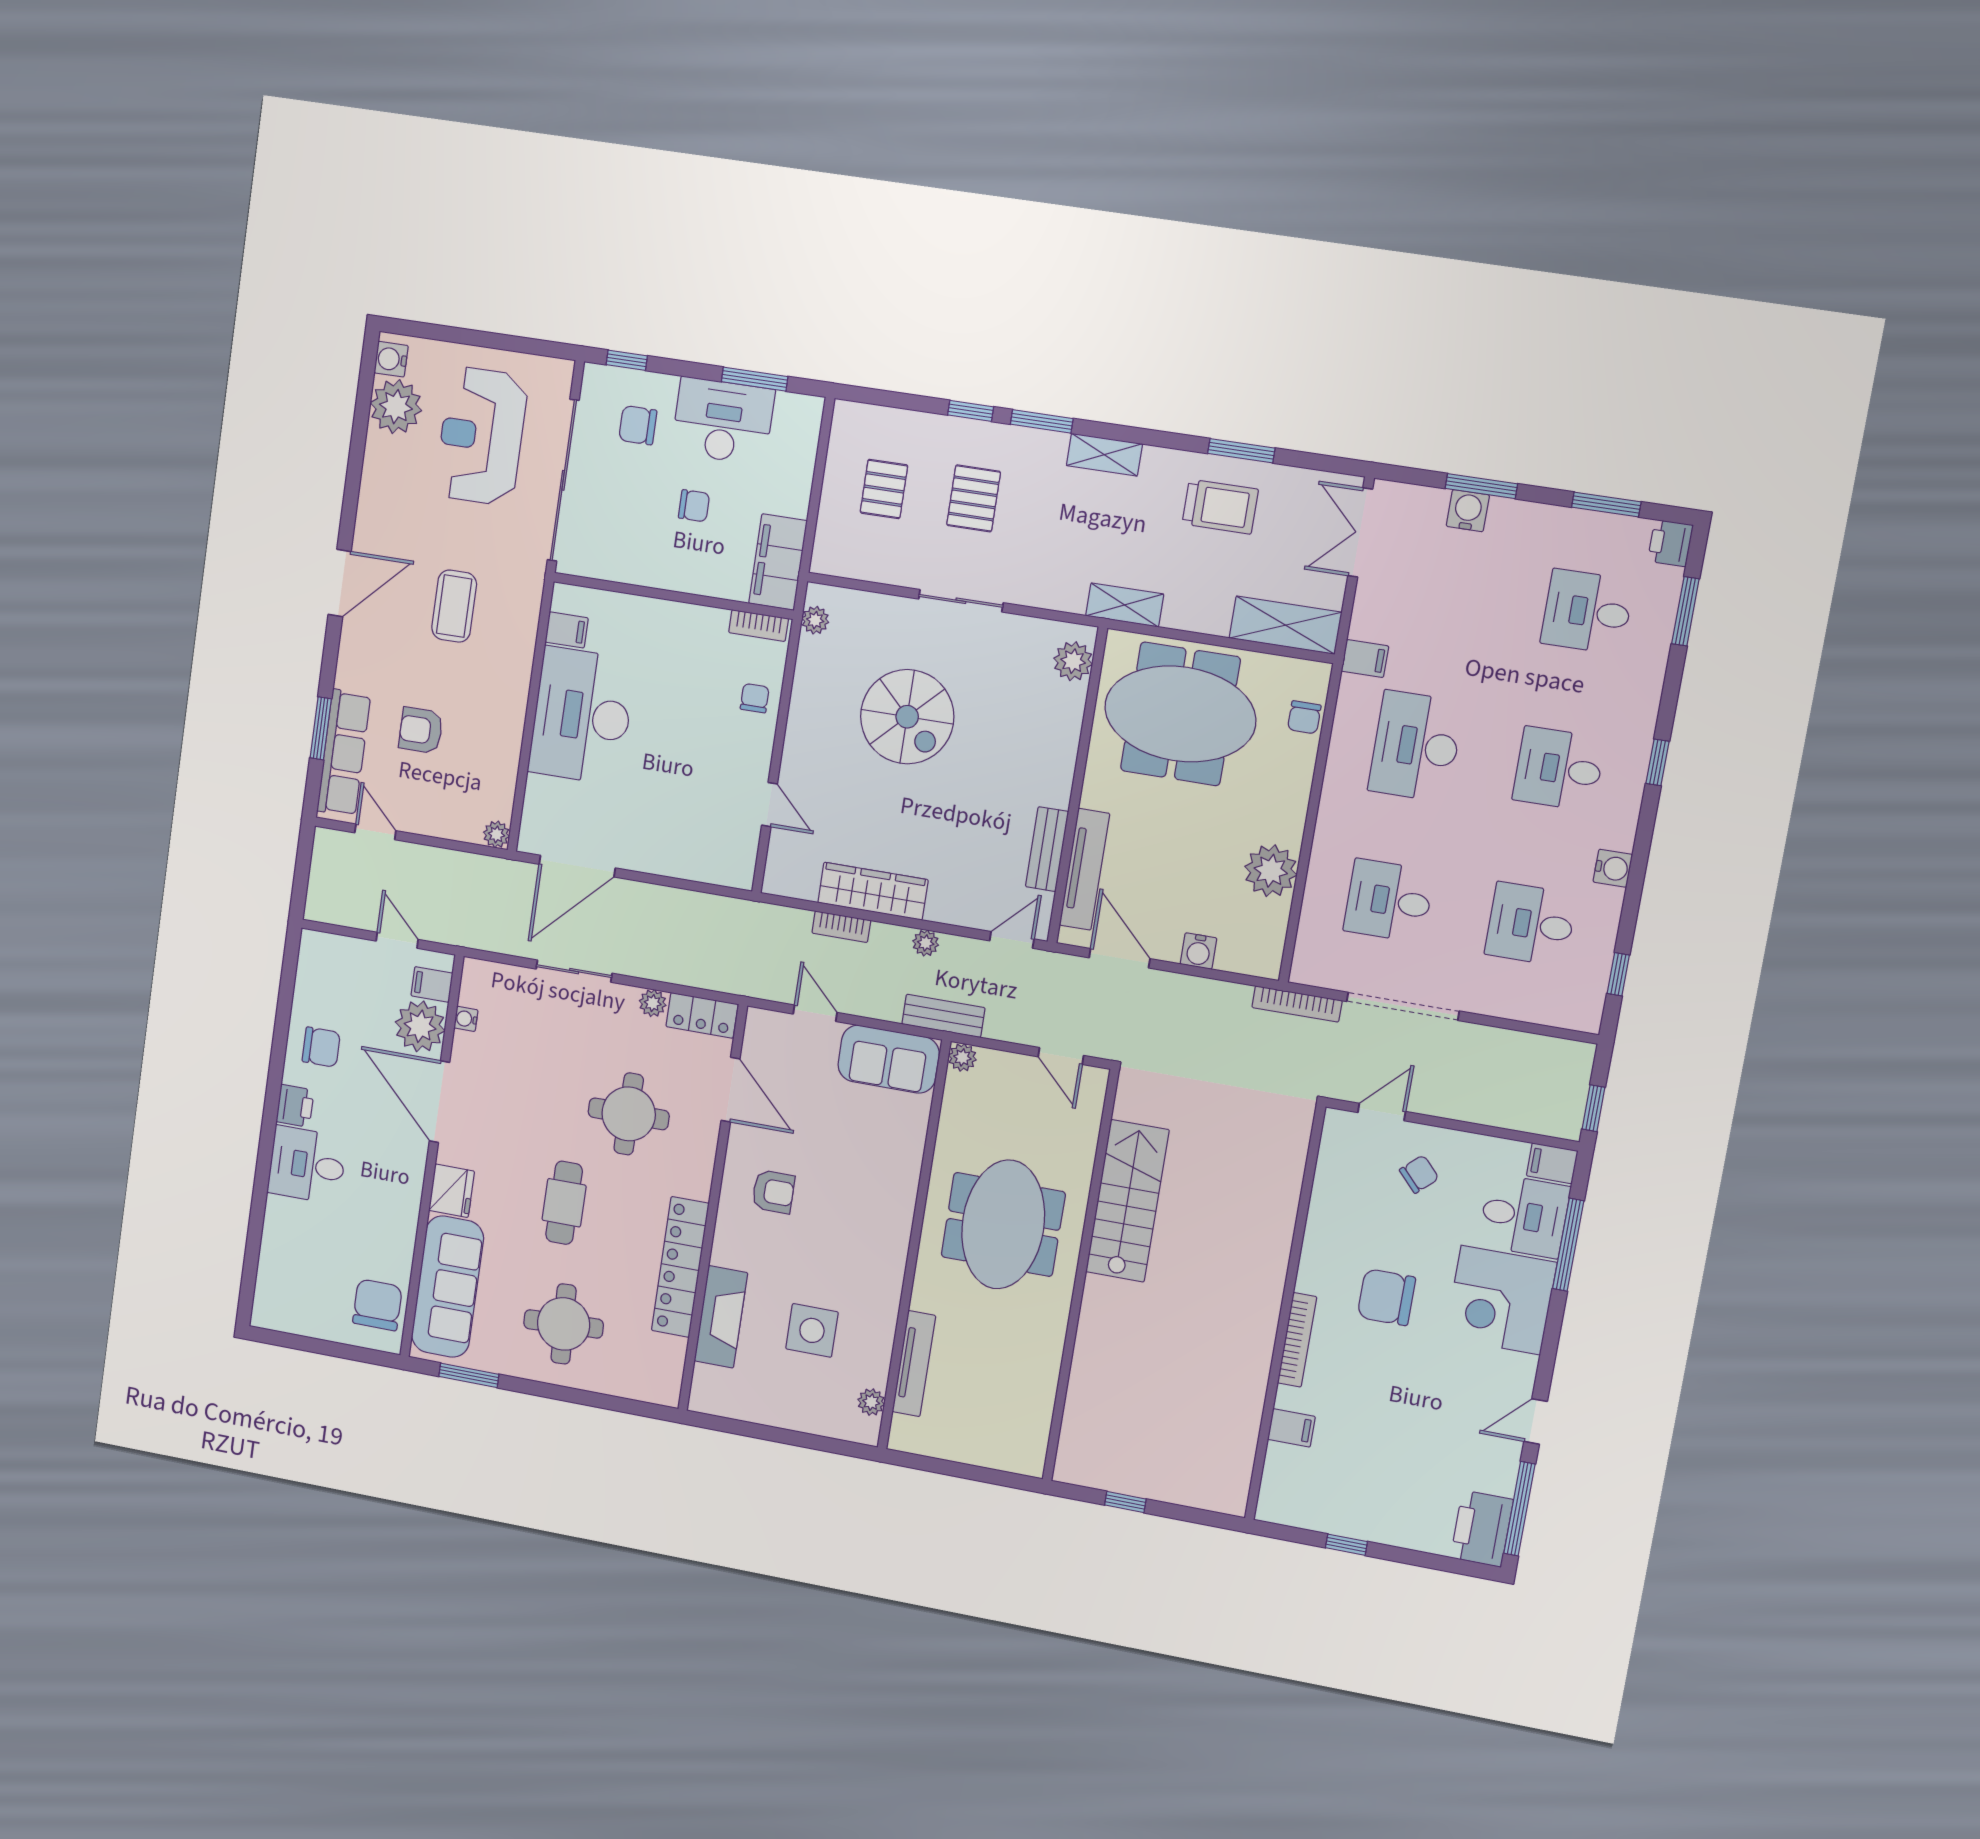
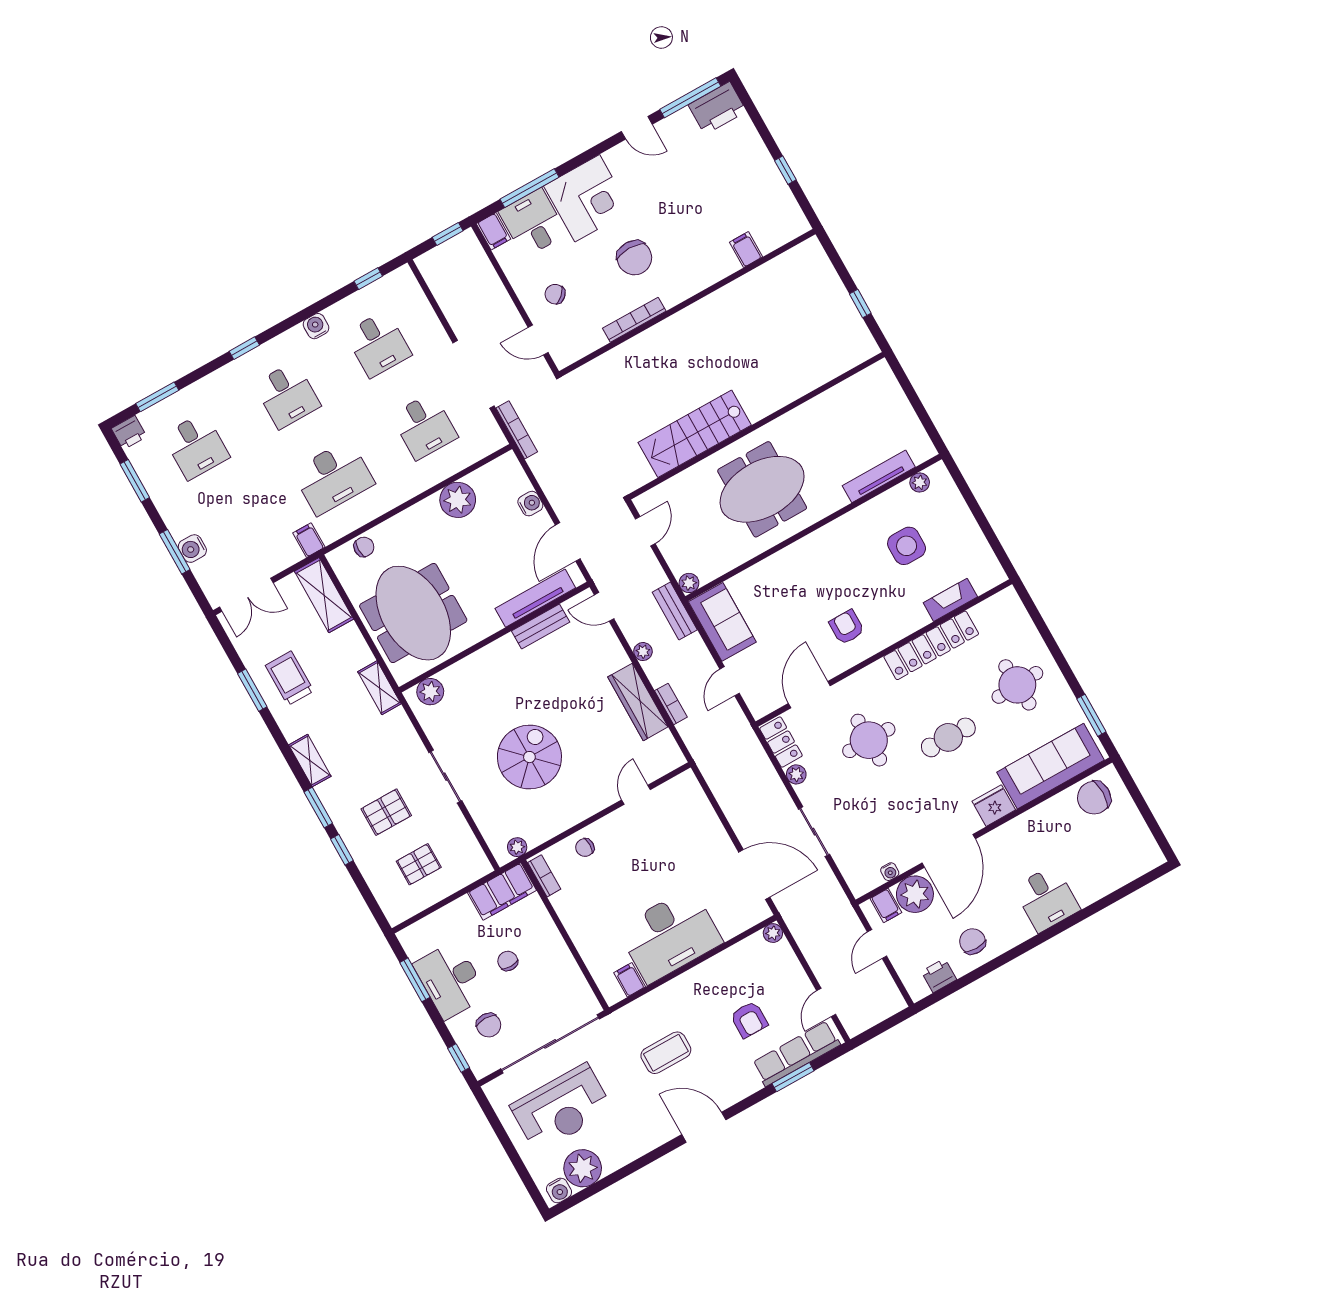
printer: (295, 1106) -> (939, 976), moved
fireplace: (721, 1317) -> (950, 600), width x0.73, depth x0.76
bookcase: (1297, 1340) -> (634, 320), moved

